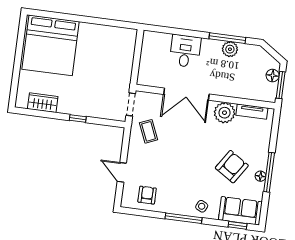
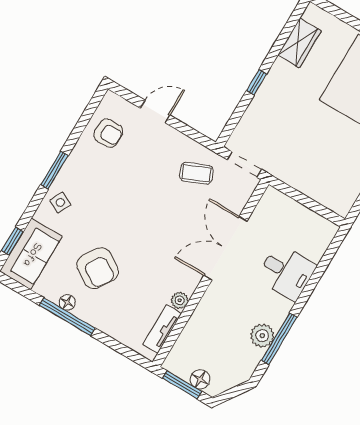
plant: (225, 113) -> (180, 300), width x0.53, depth x0.53
window: (184, 218) -> (54, 170), width x0.69

